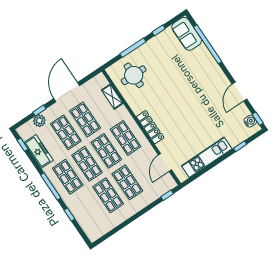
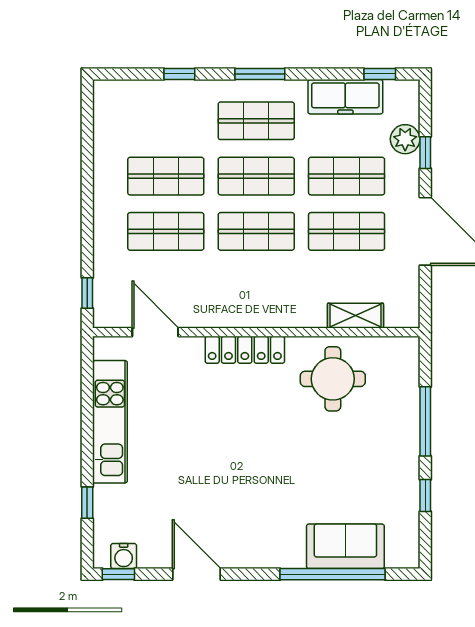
sofa: (187, 34) -> (345, 546), moved
round table: (134, 75) -> (333, 379), moved
shop shelf: (125, 138) -> (256, 287), removed
window: (51, 186) -> (260, 74), width x0.69

